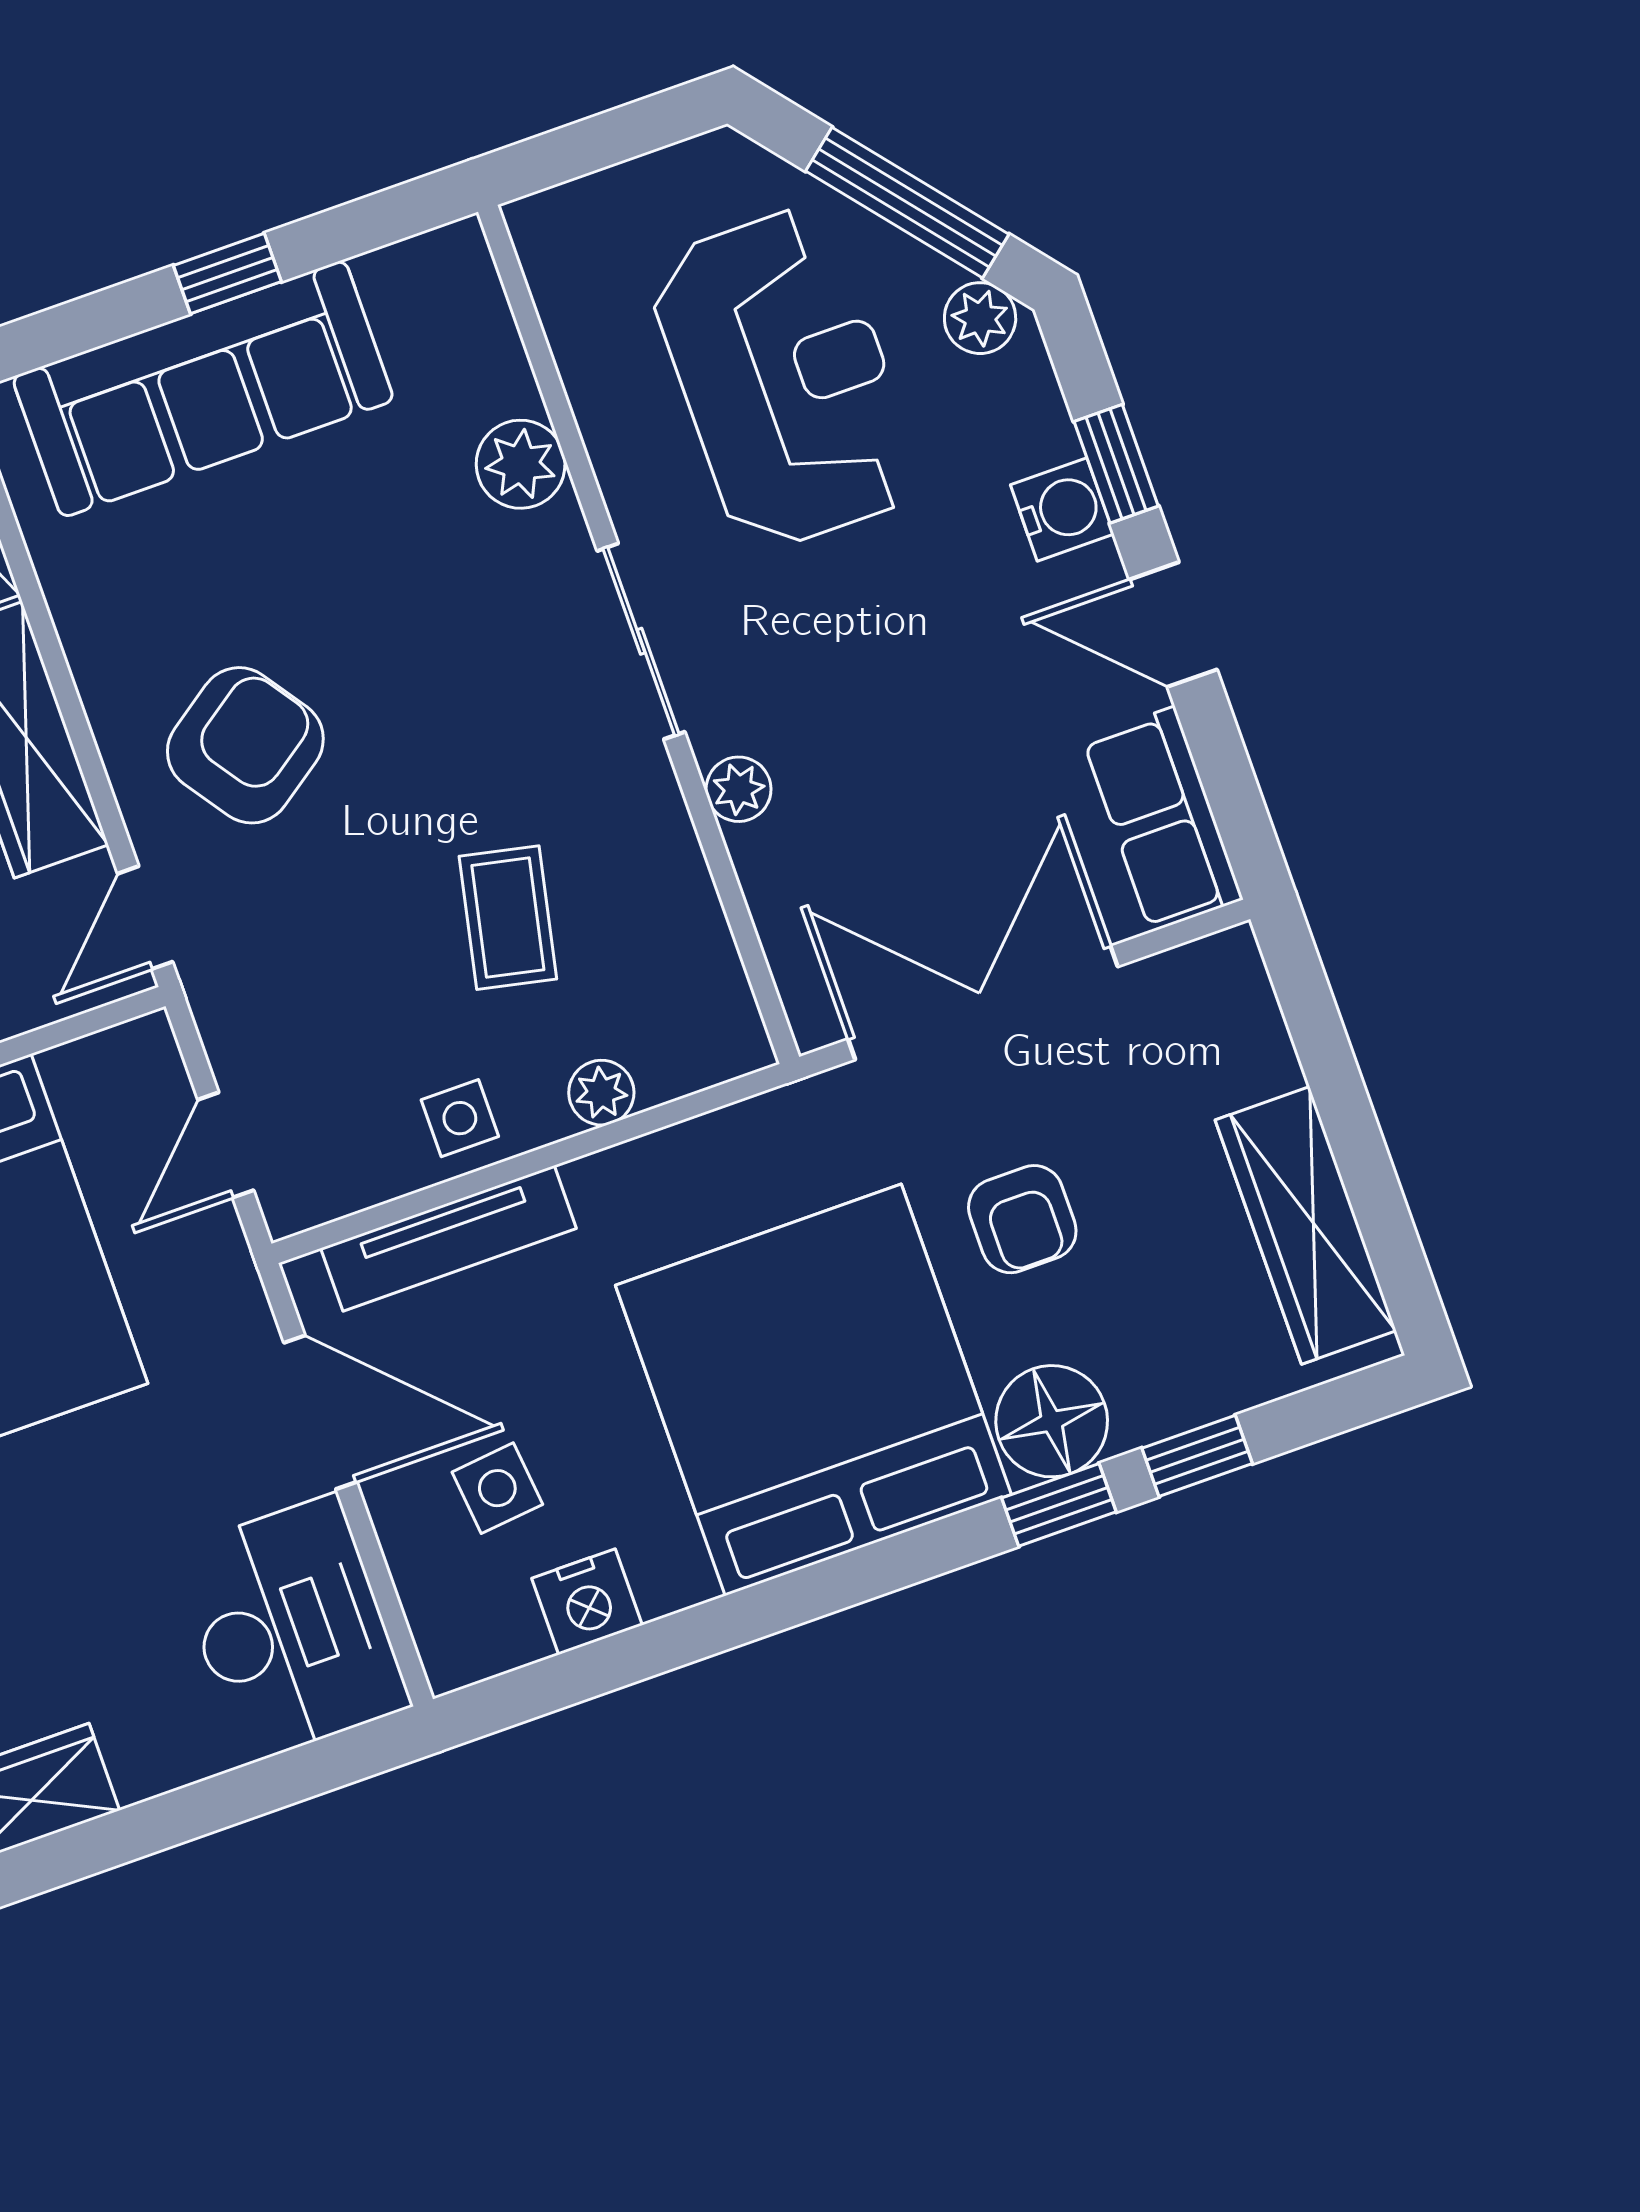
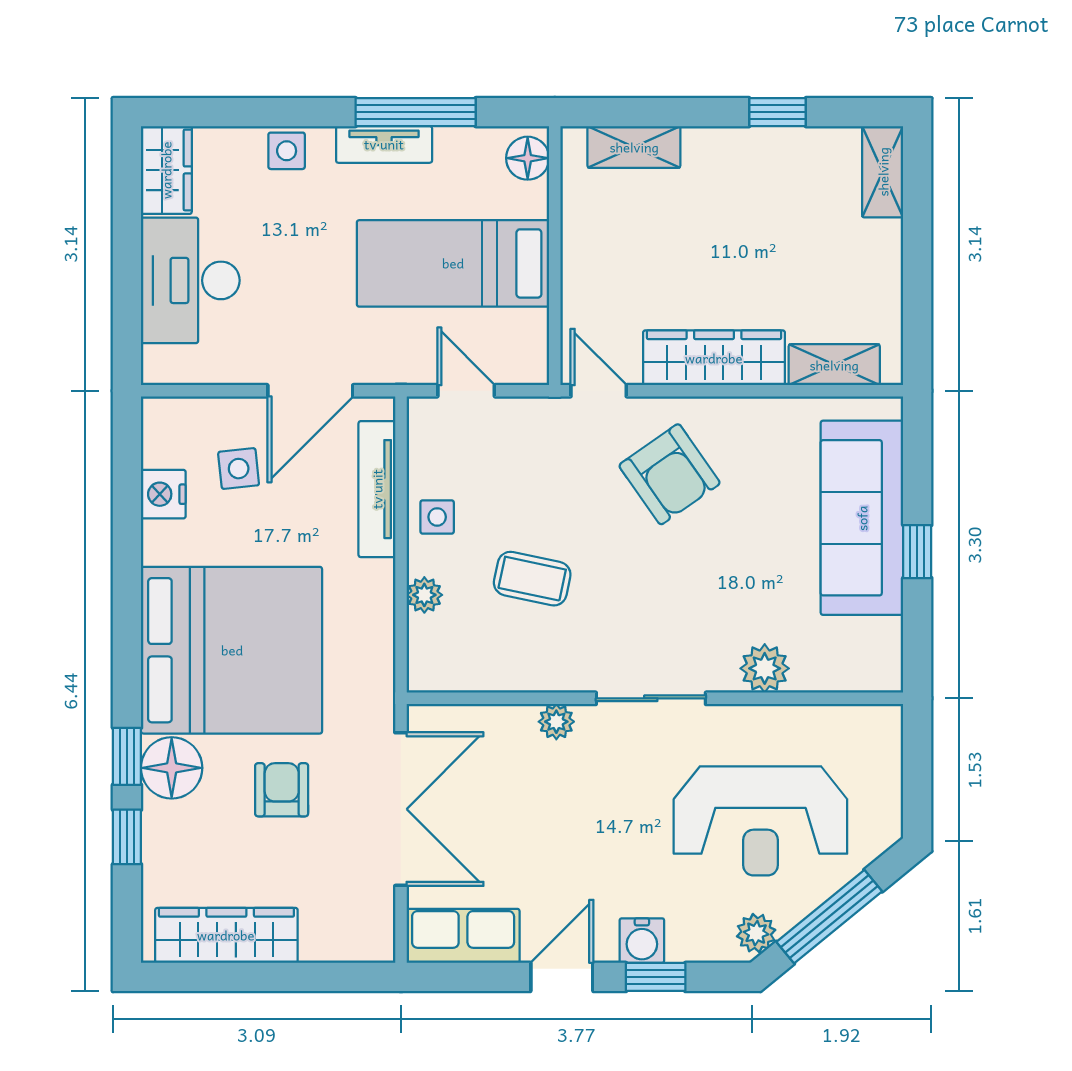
armchair: (1022, 1219) -> (282, 790), turned 90
desk: (291, 1629) -> (190, 280), moved, turned 90

